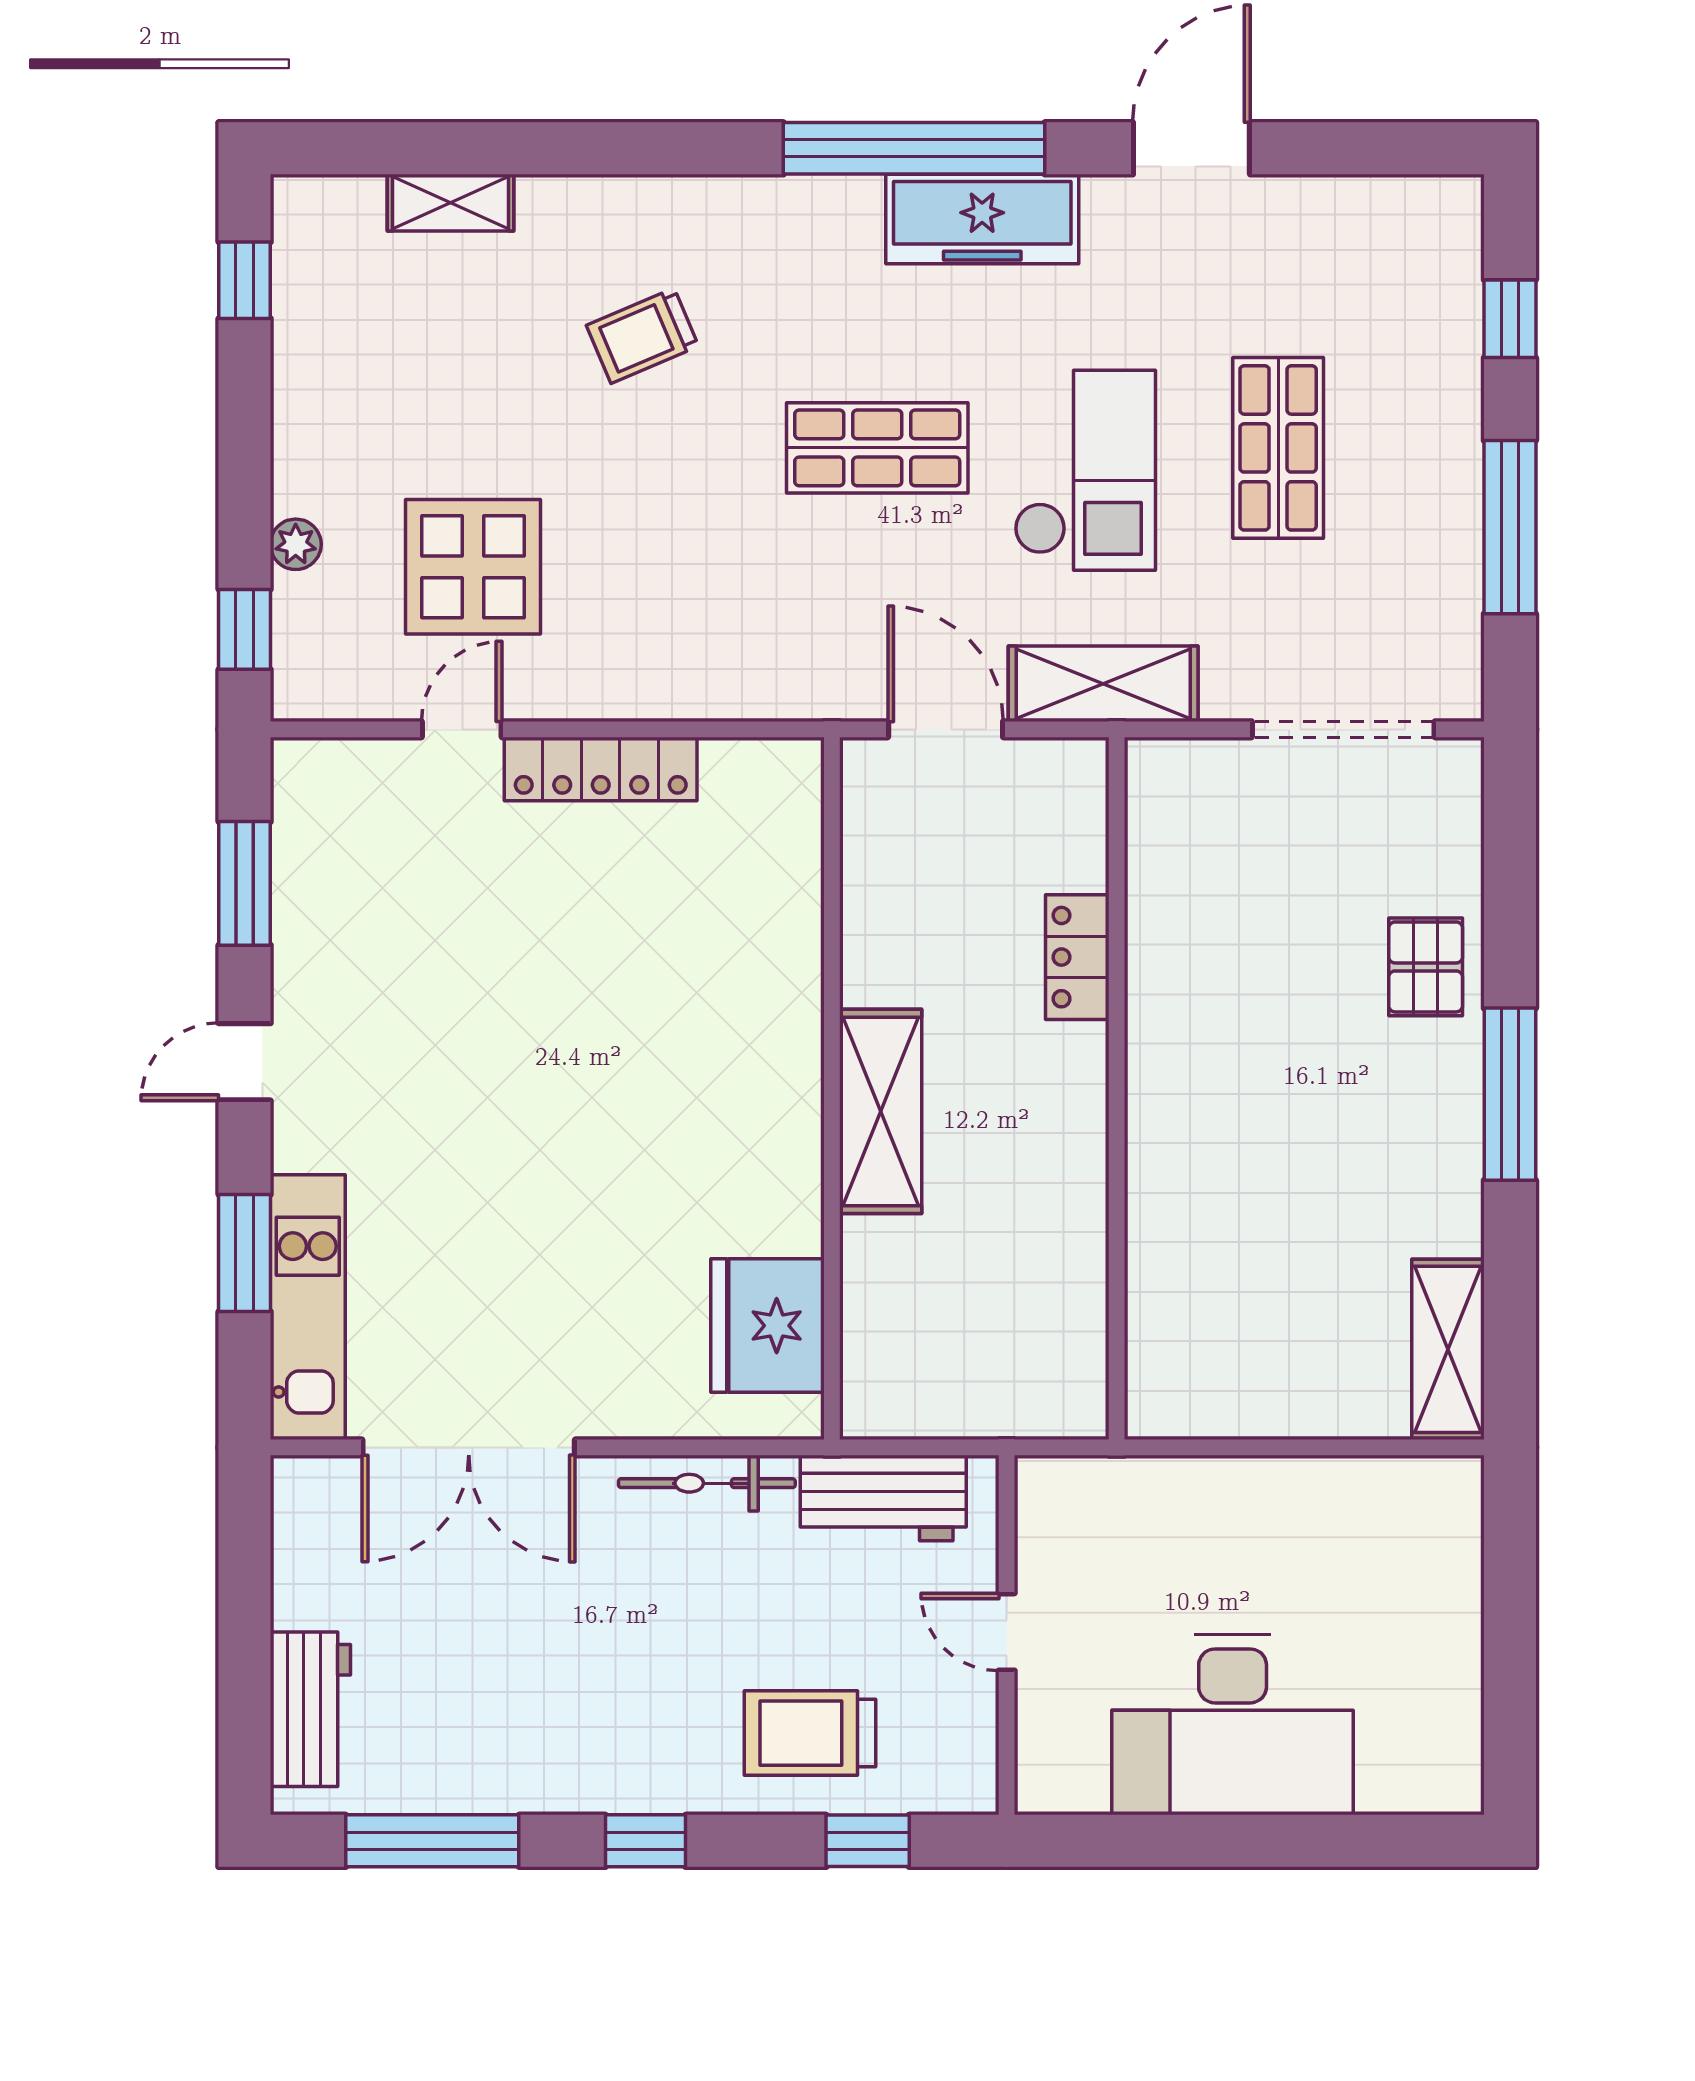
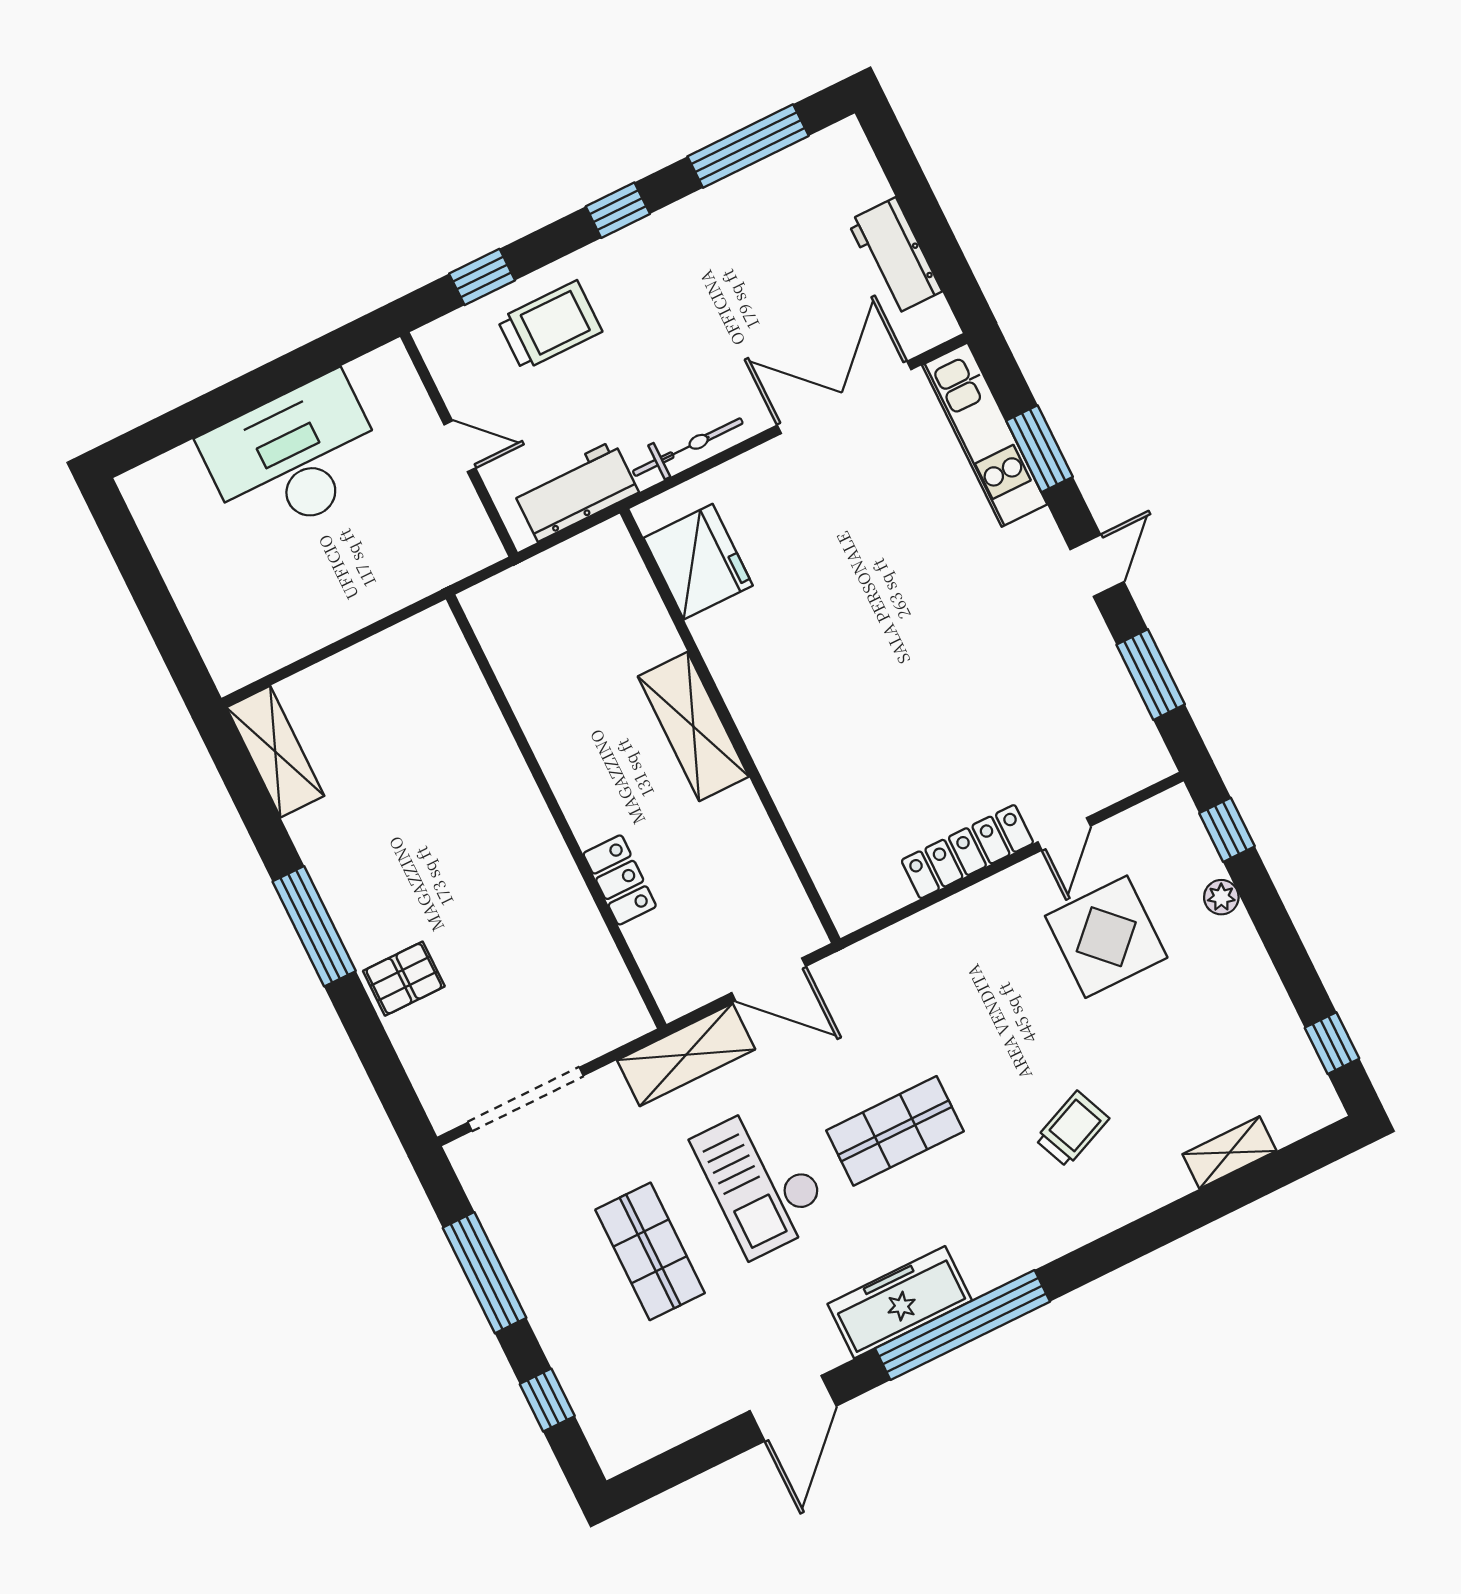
pallet: (1426, 967) -> (404, 979), turned 90
workbench: (310, 1709) -> (895, 256), moved

